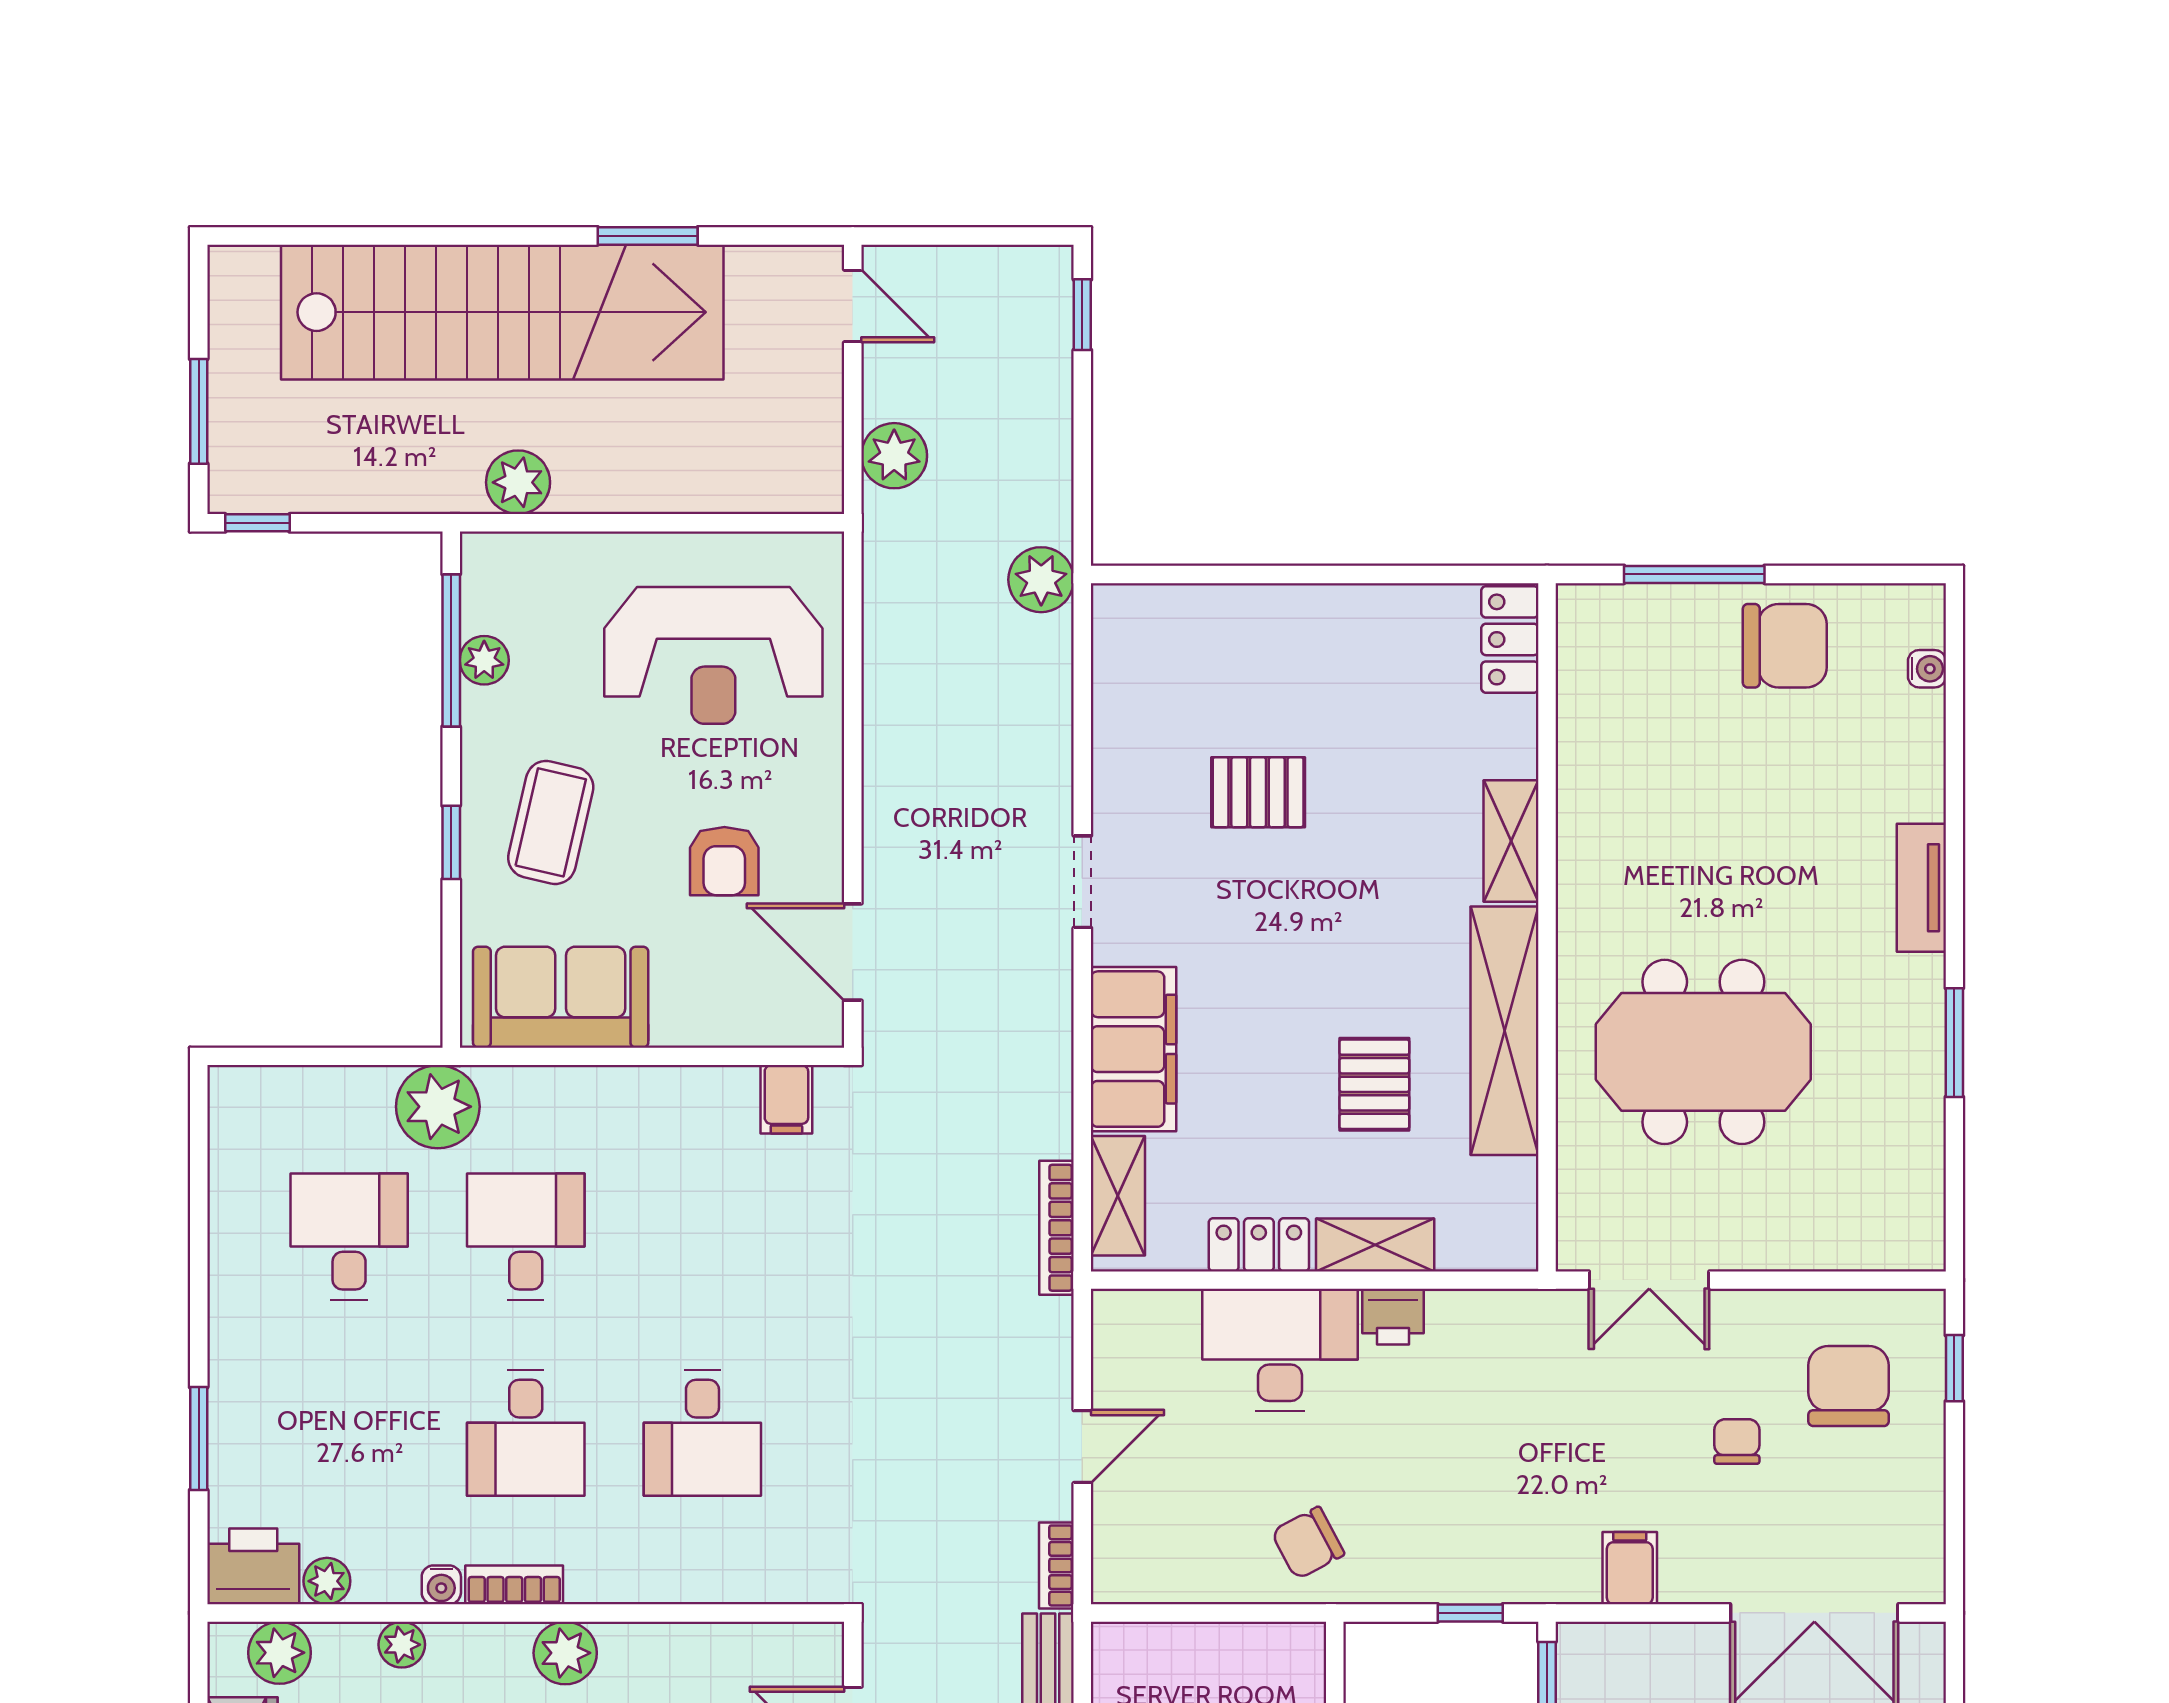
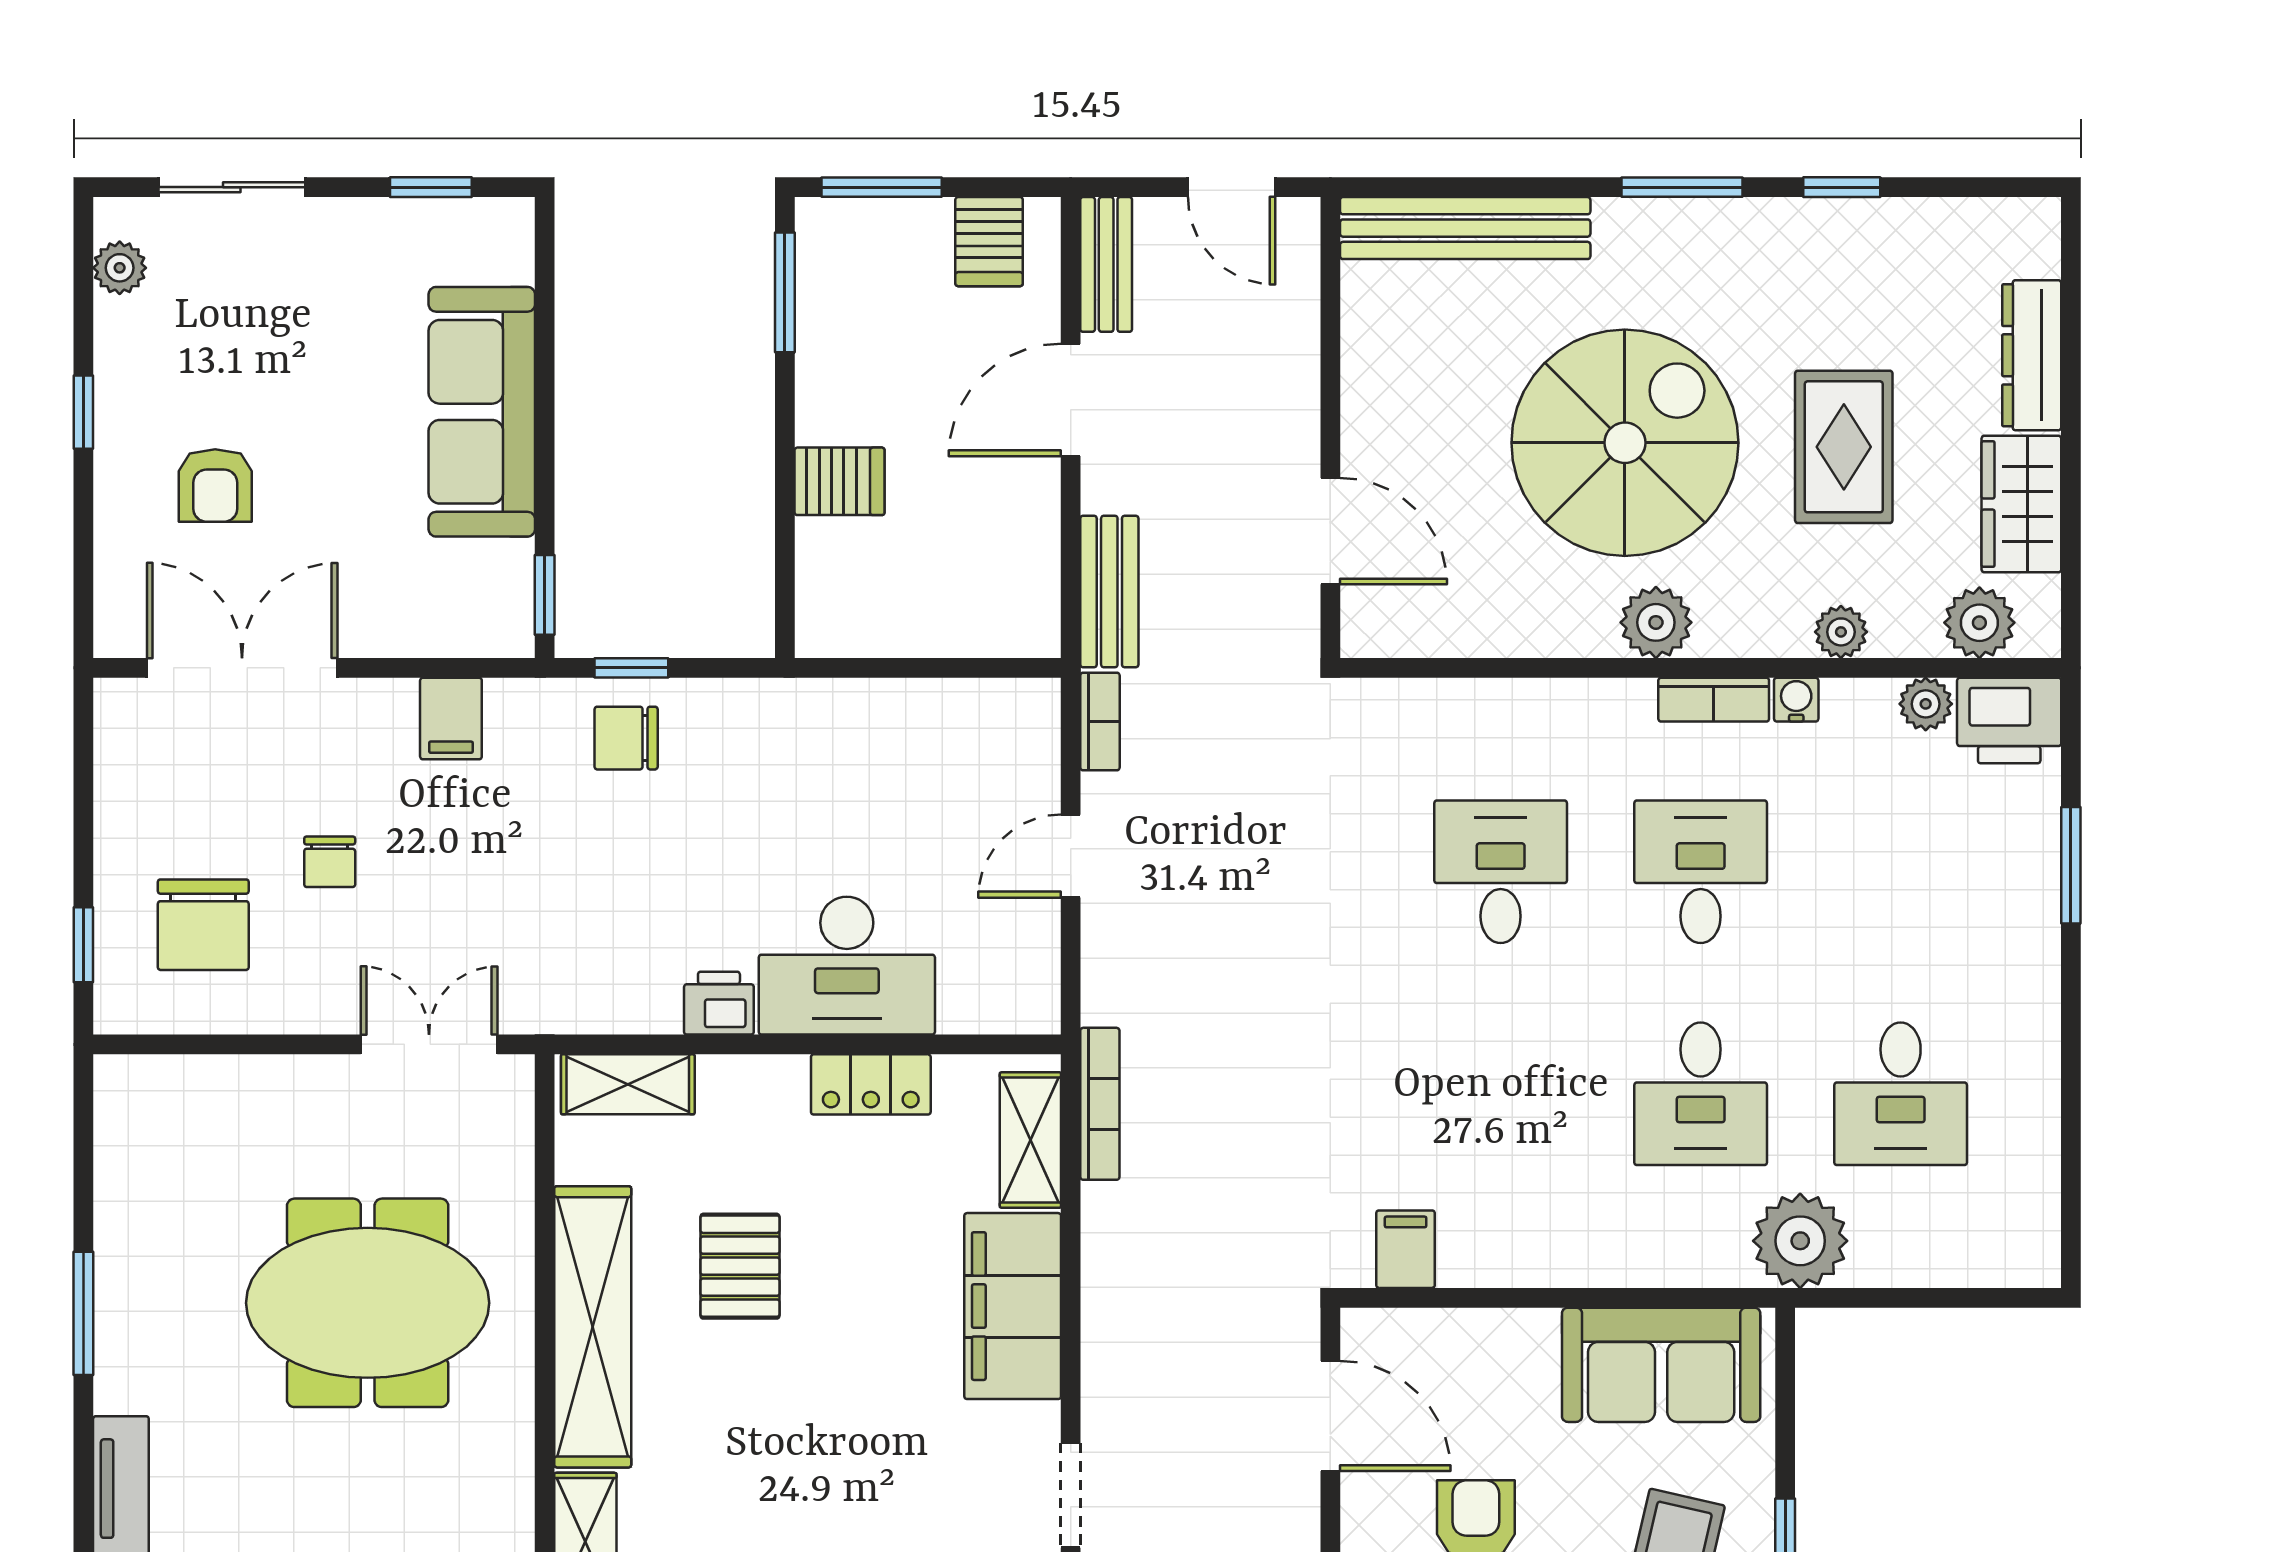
shelving: (1375, 1245) -> (628, 1084), moved
chair: (1308, 1543) -> (626, 738), moved, turned -152

